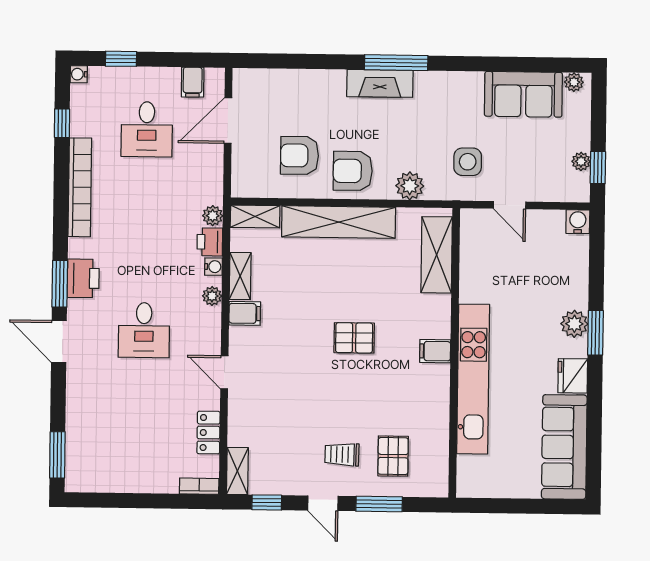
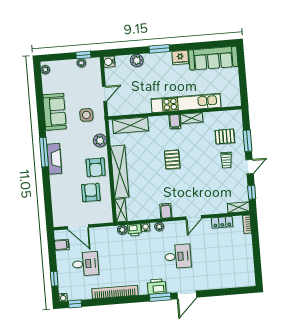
sofa: (523, 94) -> (55, 112), moved
window: (62, 123) -> (75, 304), moved
armchair: (300, 155) -> (91, 192), turned 180
shelving: (240, 276) -> (192, 118), moved
plant: (574, 324) -> (137, 60), moved
window: (57, 455) -> (239, 291), removed

